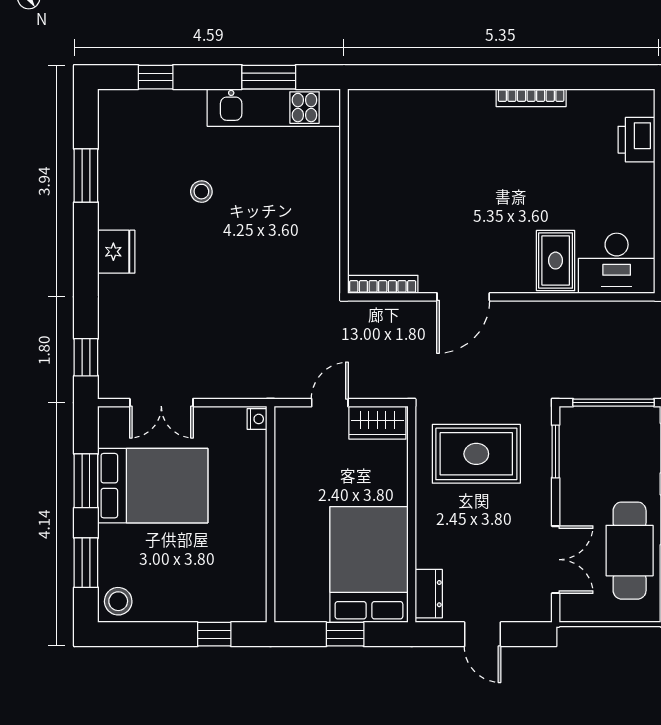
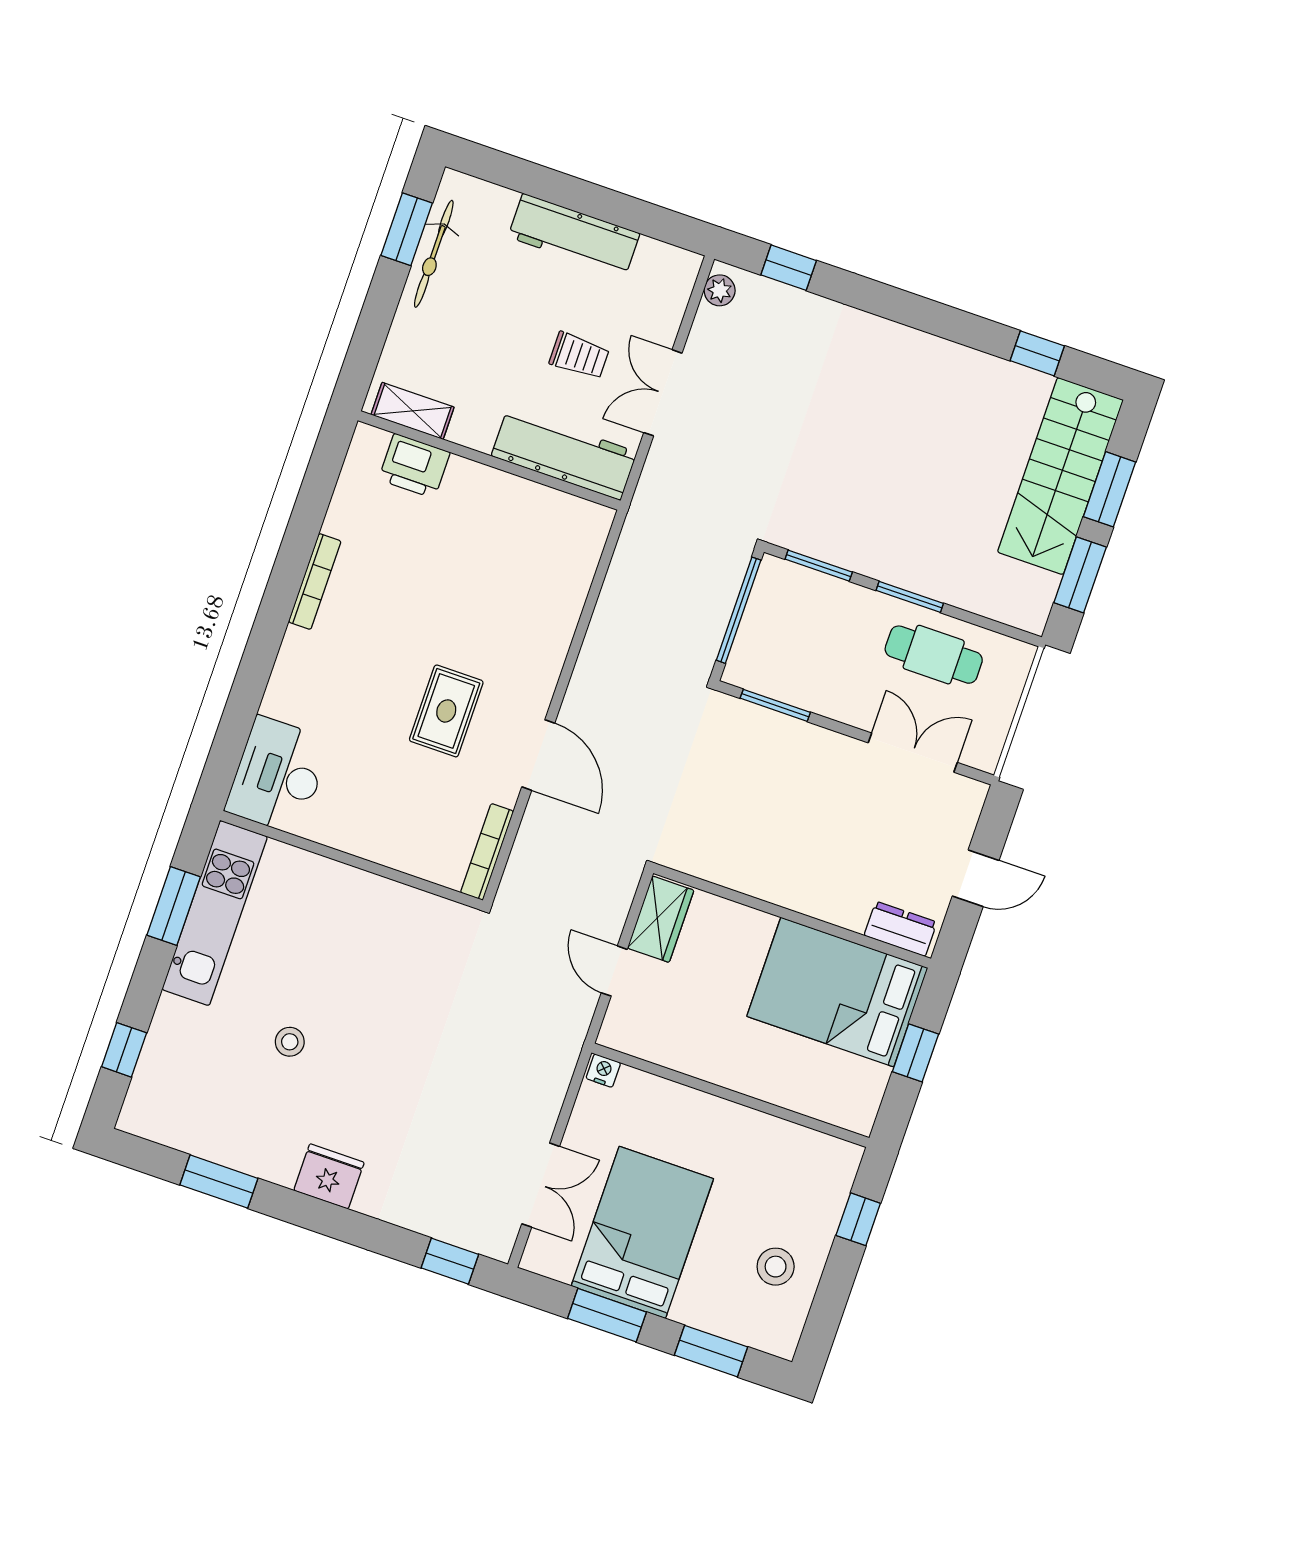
rug: (556, 261) -> (446, 711), moved, turned 90
desk: (617, 263) -> (278, 776), moved, turned 180
rug: (476, 454) -> (744, 807), removed
cafe table: (630, 551) -> (934, 655), width x0.73, depth x0.74
stool: (118, 601) -> (776, 1267), moved

